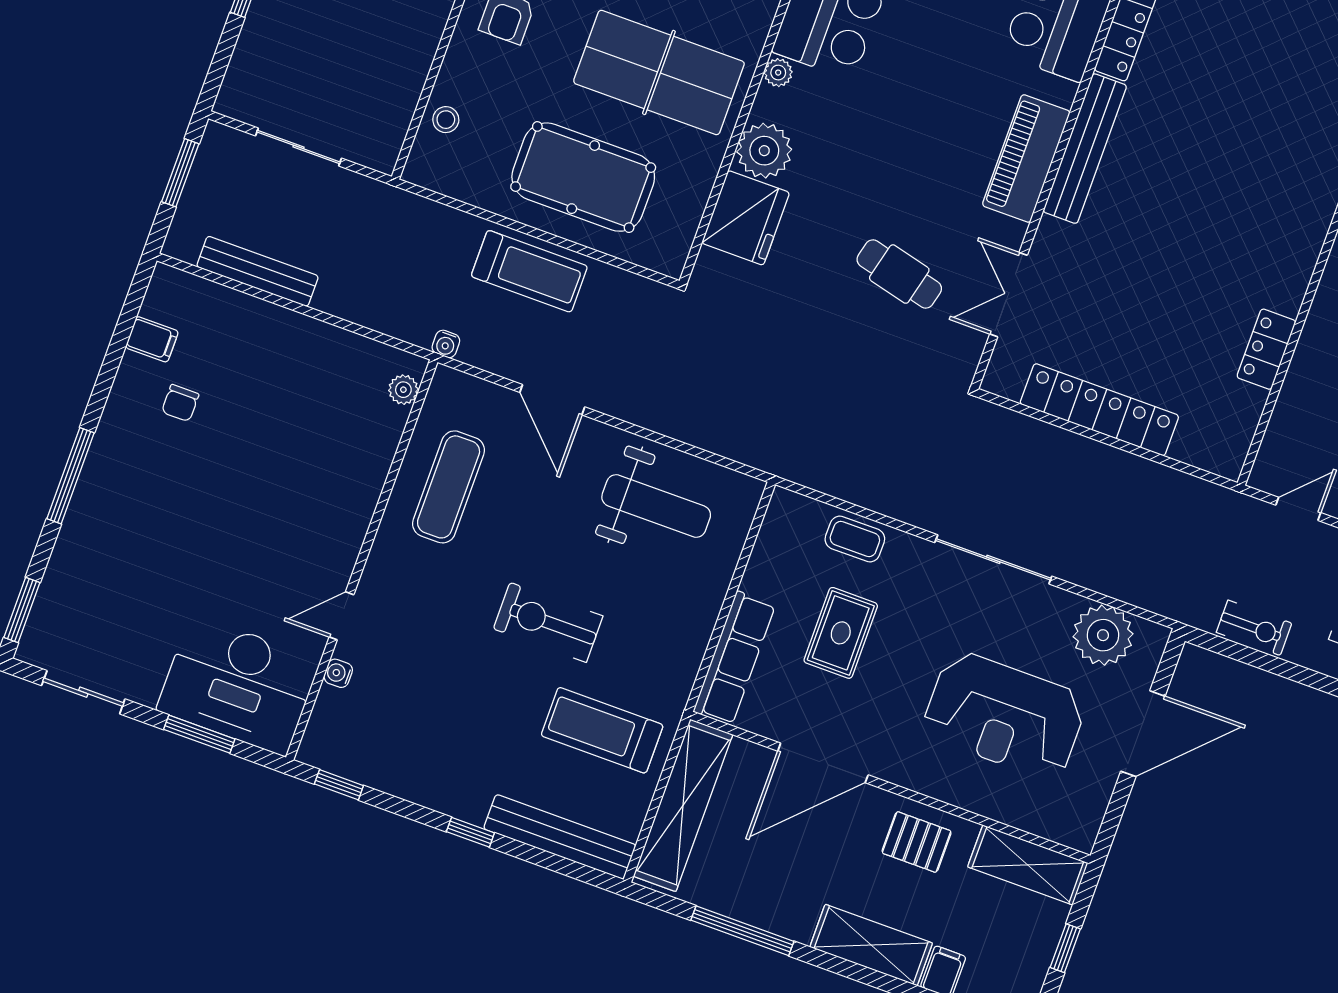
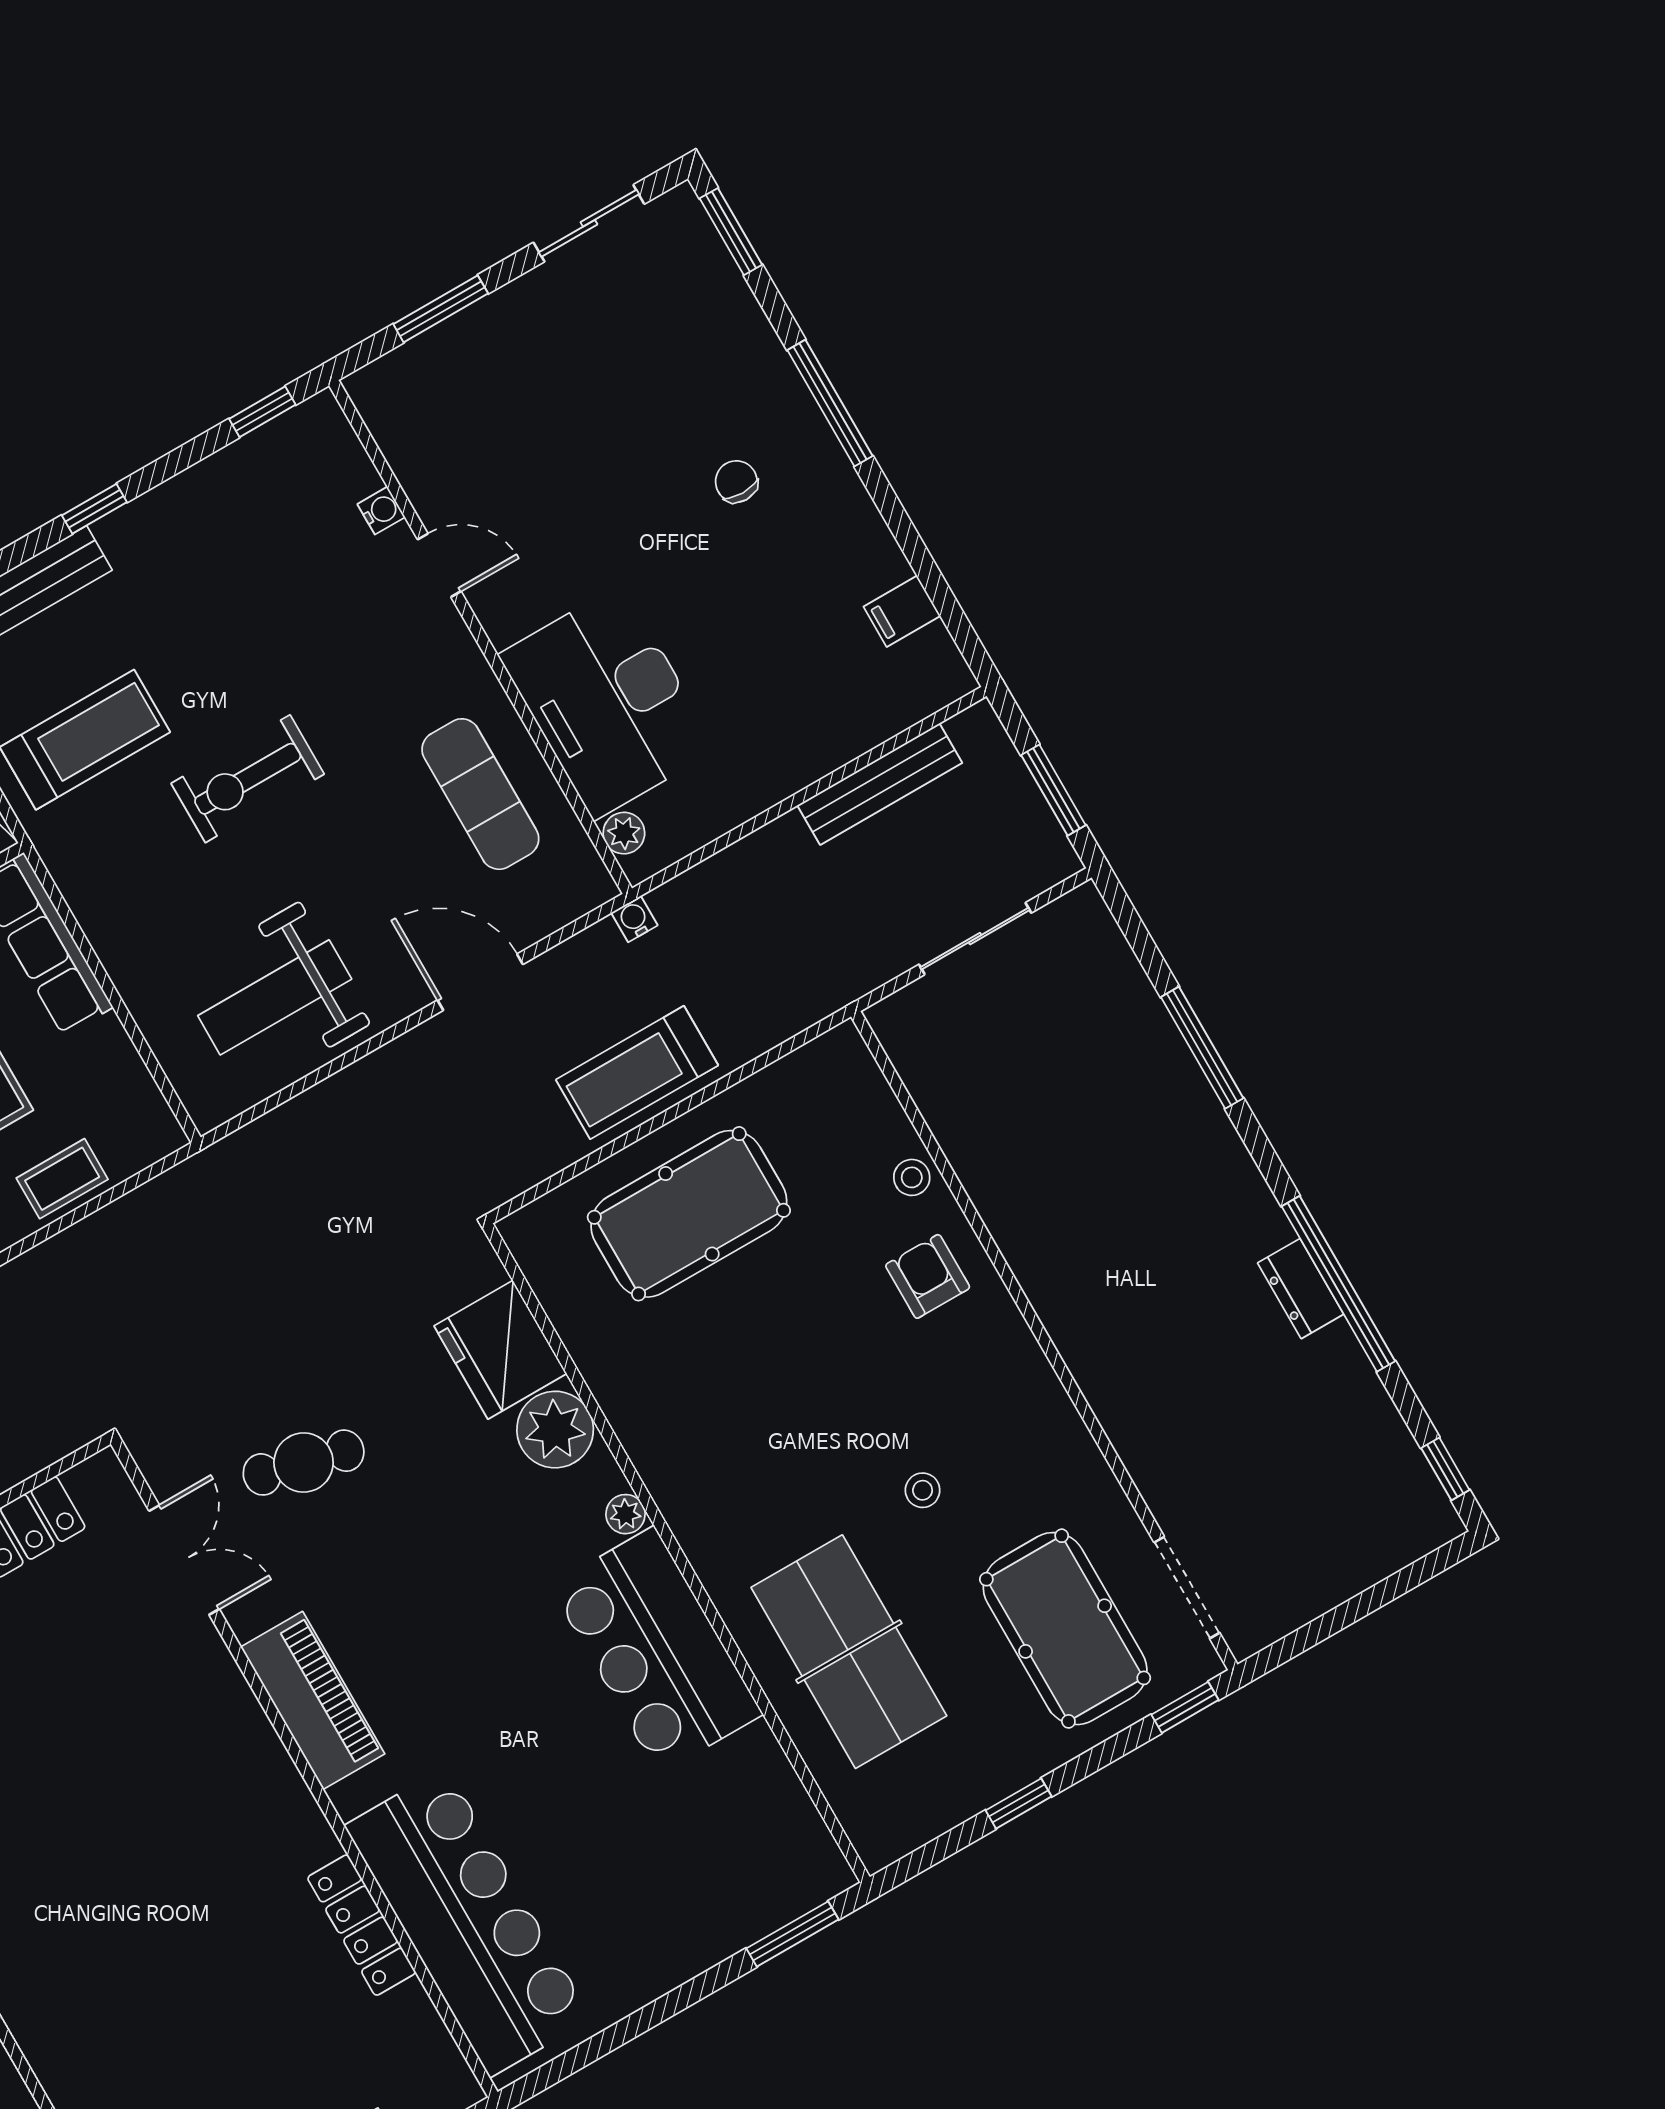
table tennis table: (659, 72) -> (732, 1388), removed
stool: (446, 120) -> (912, 1177), moved
bench: (1085, 149) -> (271, 1771), removed
chair: (180, 403) -> (736, 482), moved
door: (341, 616) -> (439, 565), hinge flipped
exercise bike: (548, 622) -> (248, 779), turned 180
desk: (238, 685) -> (608, 702), moved, turned -90

